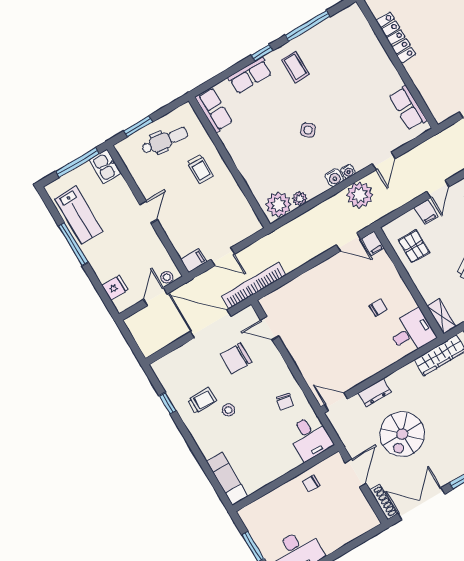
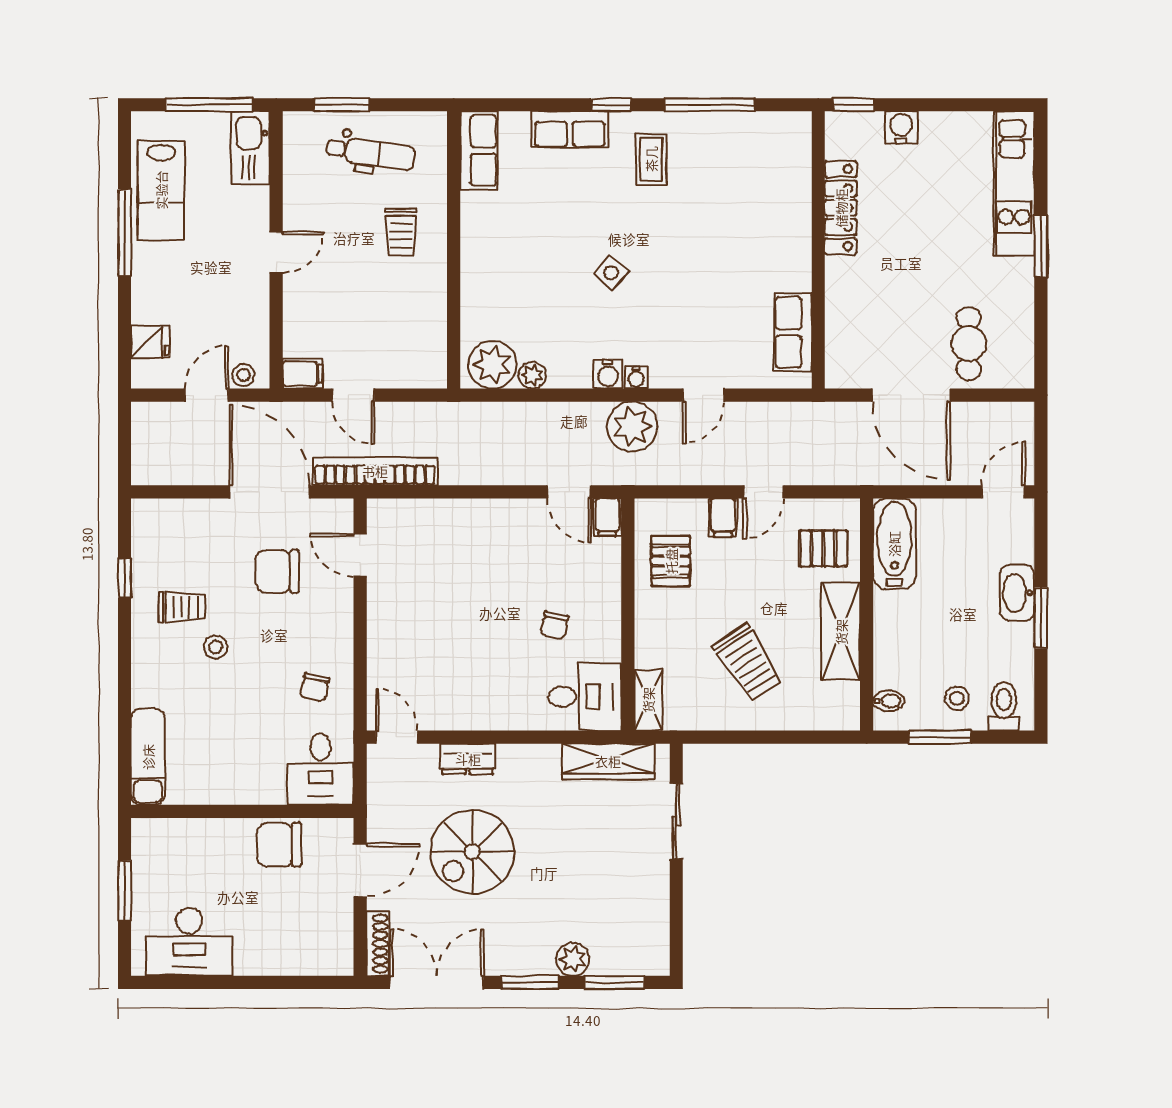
kitchen sink: (105, 166) -> (250, 148), width x1.38
chair: (378, 308) -> (554, 625), turned 102
chair: (311, 483) -> (279, 845), width x1.87, depth x1.87

